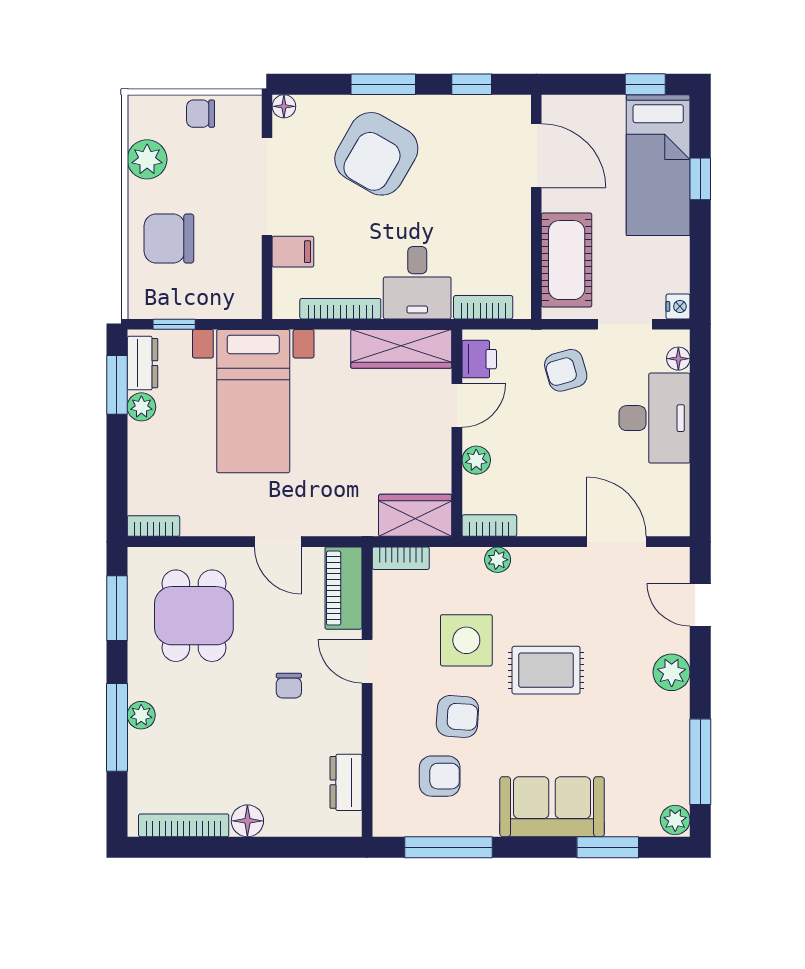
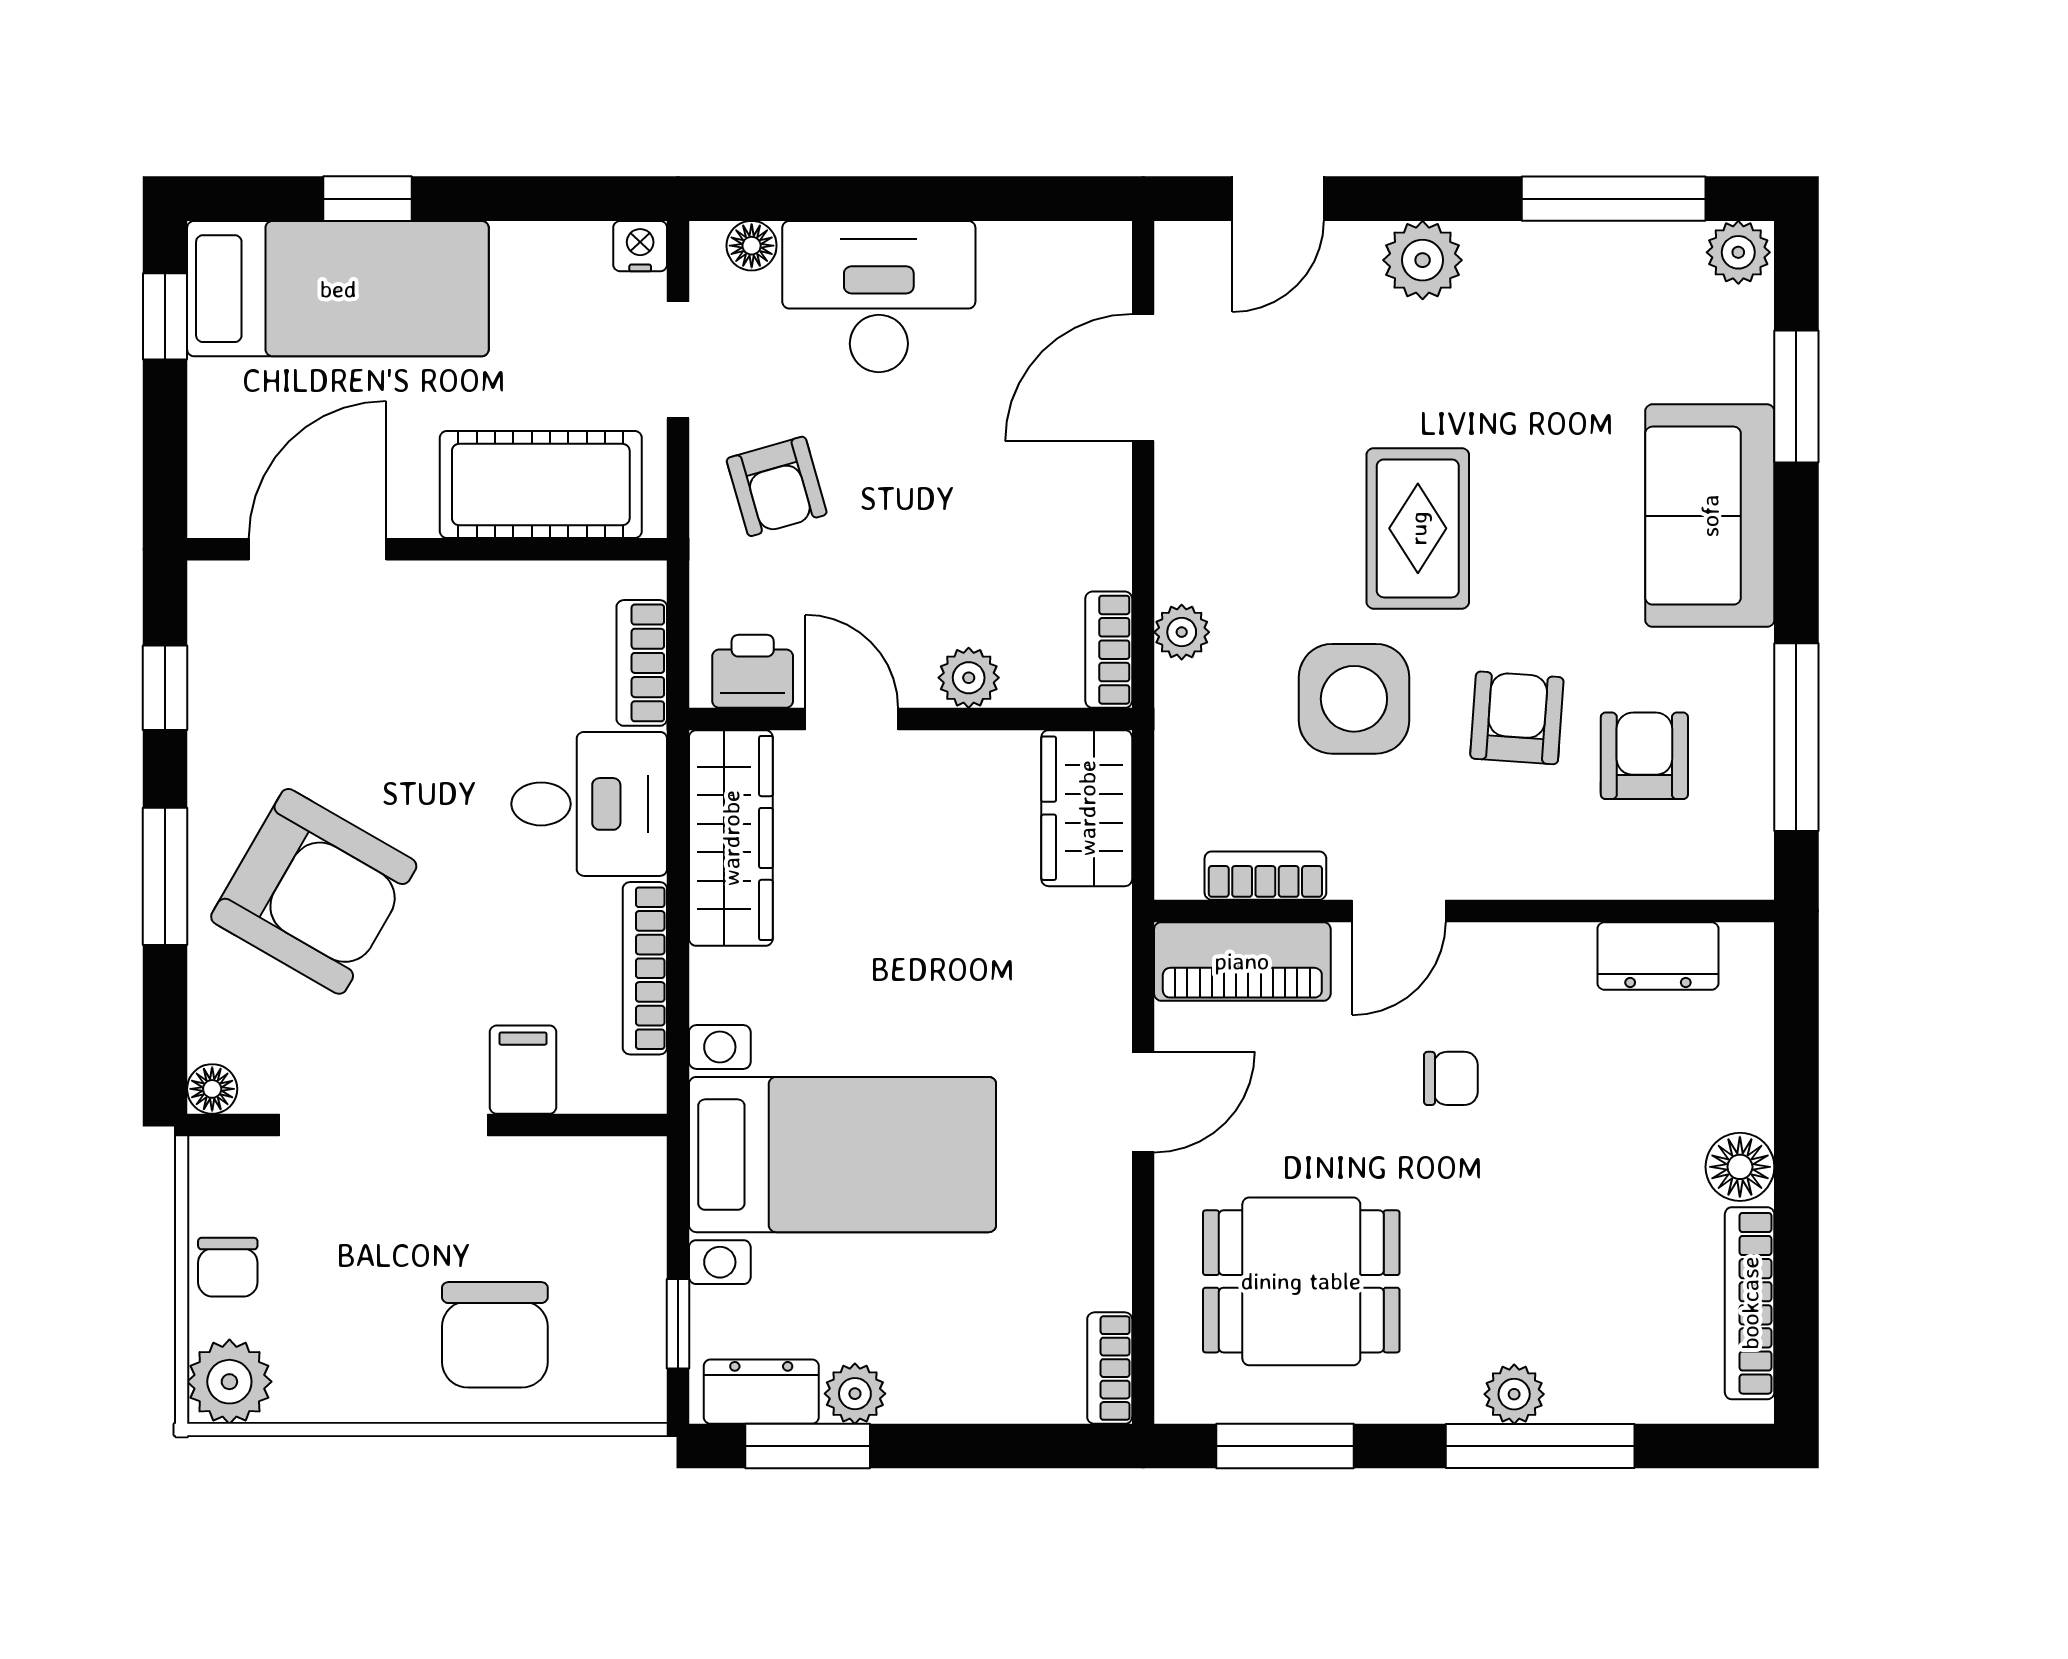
plant: (147, 159) -> (229, 1382), moved
bookcase: (401, 558) -> (1265, 876), moved, turned -90

